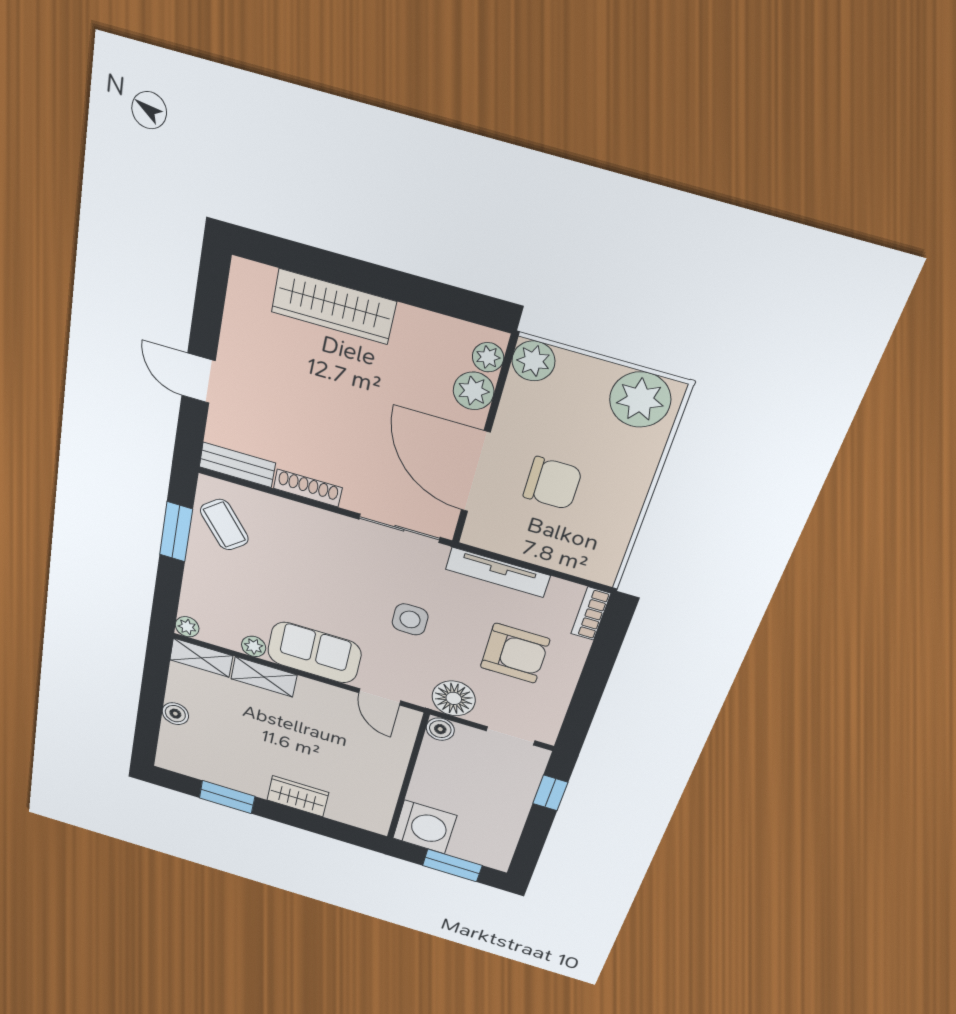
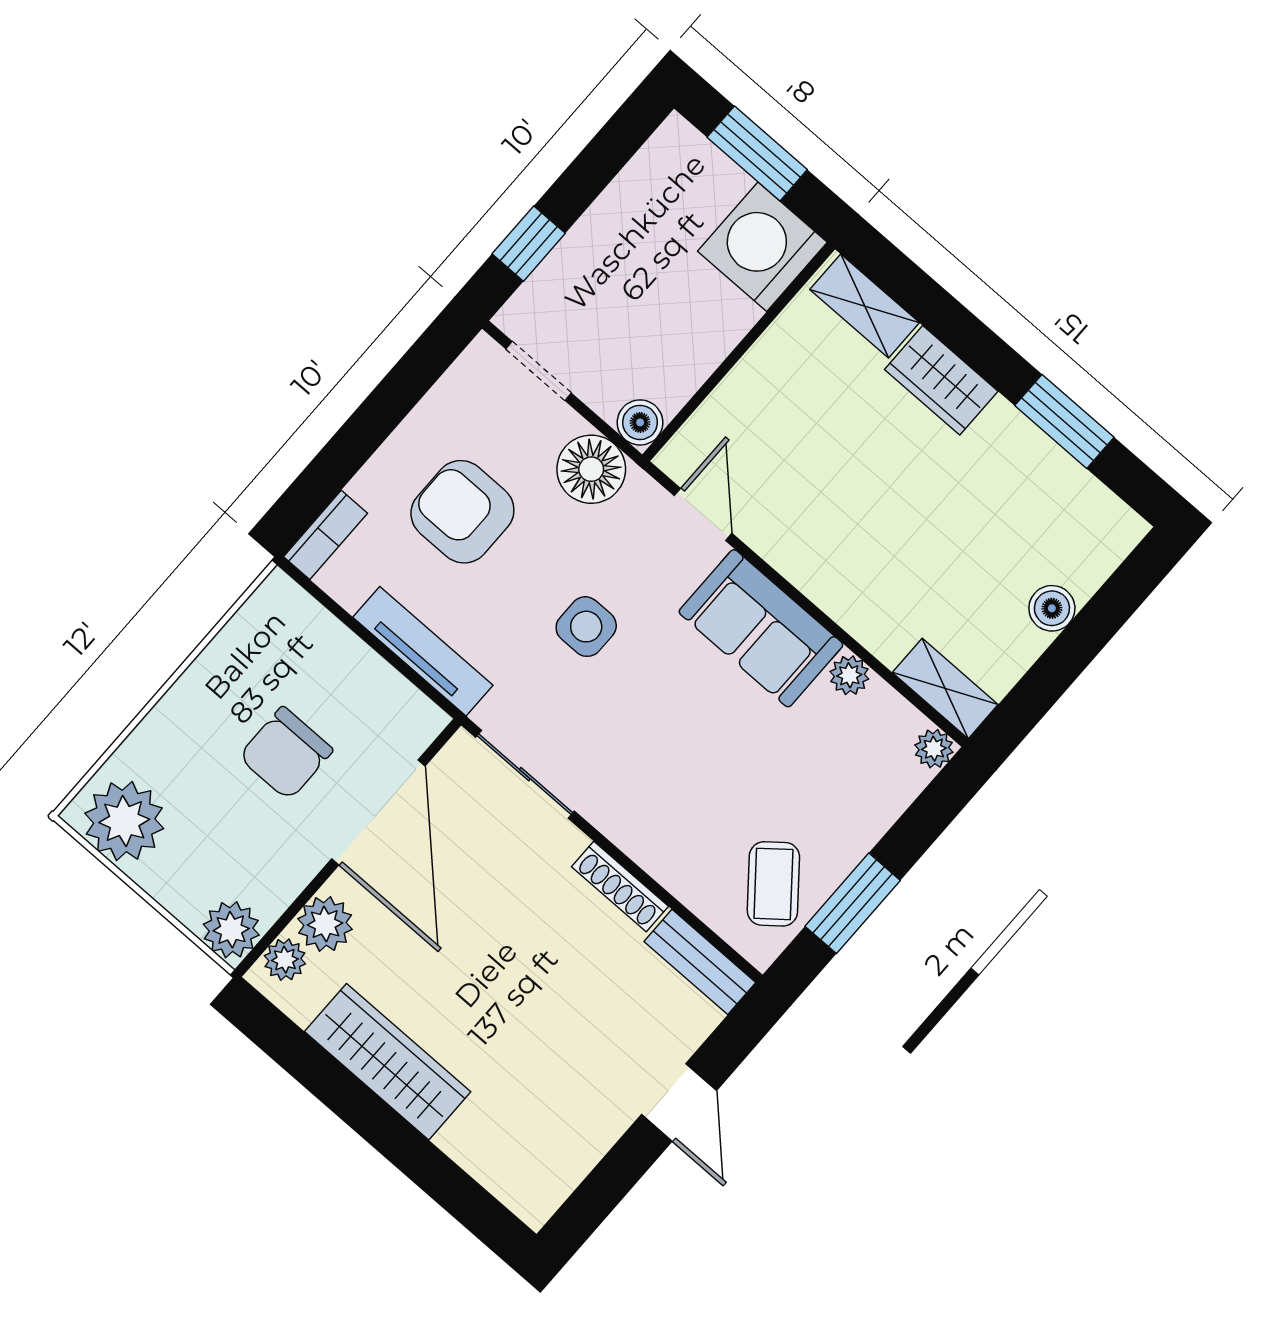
wardrobe: (334, 307) -> (388, 1062), moved
chair: (552, 483) -> (286, 753), turned -90
shelving: (264, 677) -> (865, 306), moved

